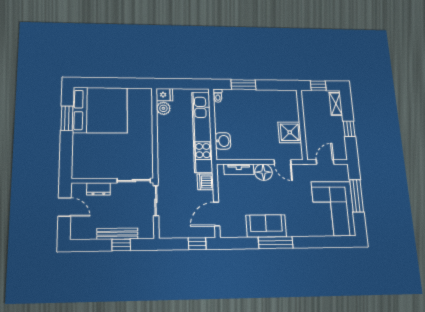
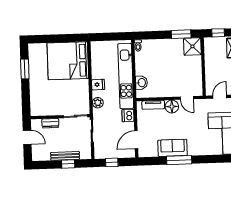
window: (243, 85) -> (181, 34), moved
fridge: (164, 95) -> (98, 85), moved
plant: (163, 108) -> (98, 103), moved
bed: (100, 110) -> (68, 61), moved, turned 180
shower: (290, 132) -> (192, 46), moved
window: (197, 244) -> (112, 162), moved

